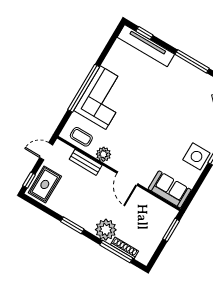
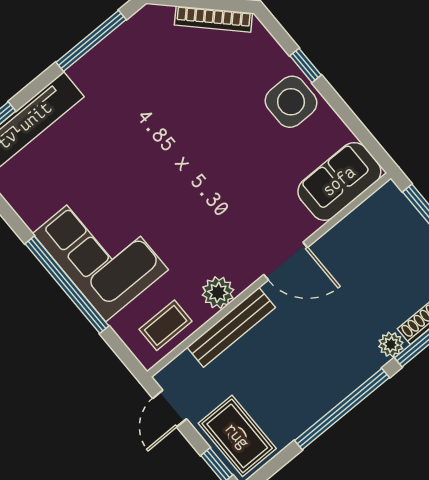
bench: (86, 162) -> (231, 327), width x1.36
window: (72, 225) -> (342, 409), width x2.11
plant: (106, 230) -> (391, 344), width x0.53, depth x0.53

